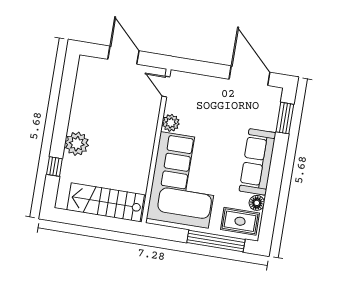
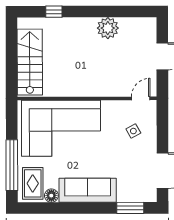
side table: (201, 101) -> (133, 131), added
plant: (171, 123) -> (109, 108), removed
plant: (77, 144) -> (108, 28), moved

